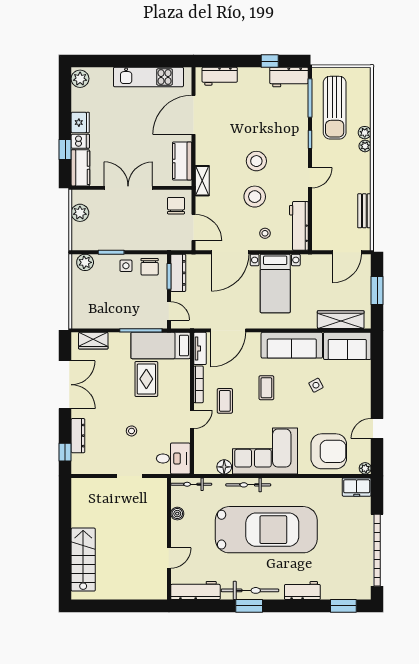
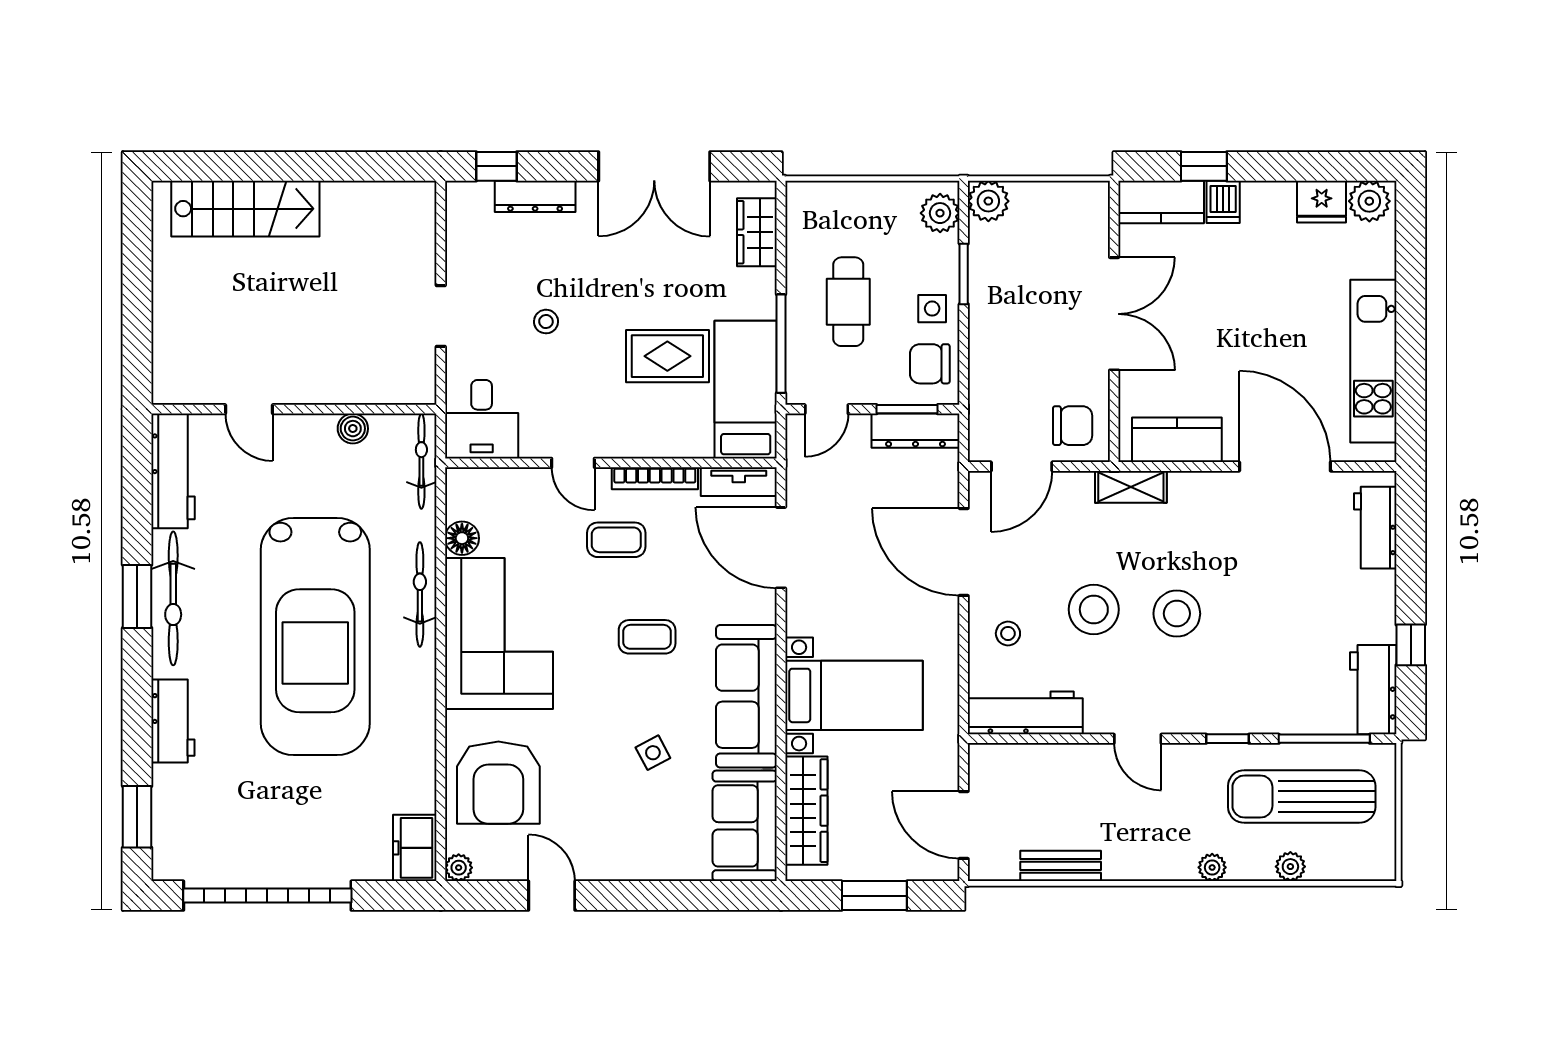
fridge: (80, 123) -> (1322, 202), moved
plant: (365, 133) -> (1290, 867), moved
plant: (80, 213) -> (988, 201), moved
bed with nightstands: (275, 283) -> (854, 695), moved, turned 180
cafe table: (123, 302) -> (848, 302), added

